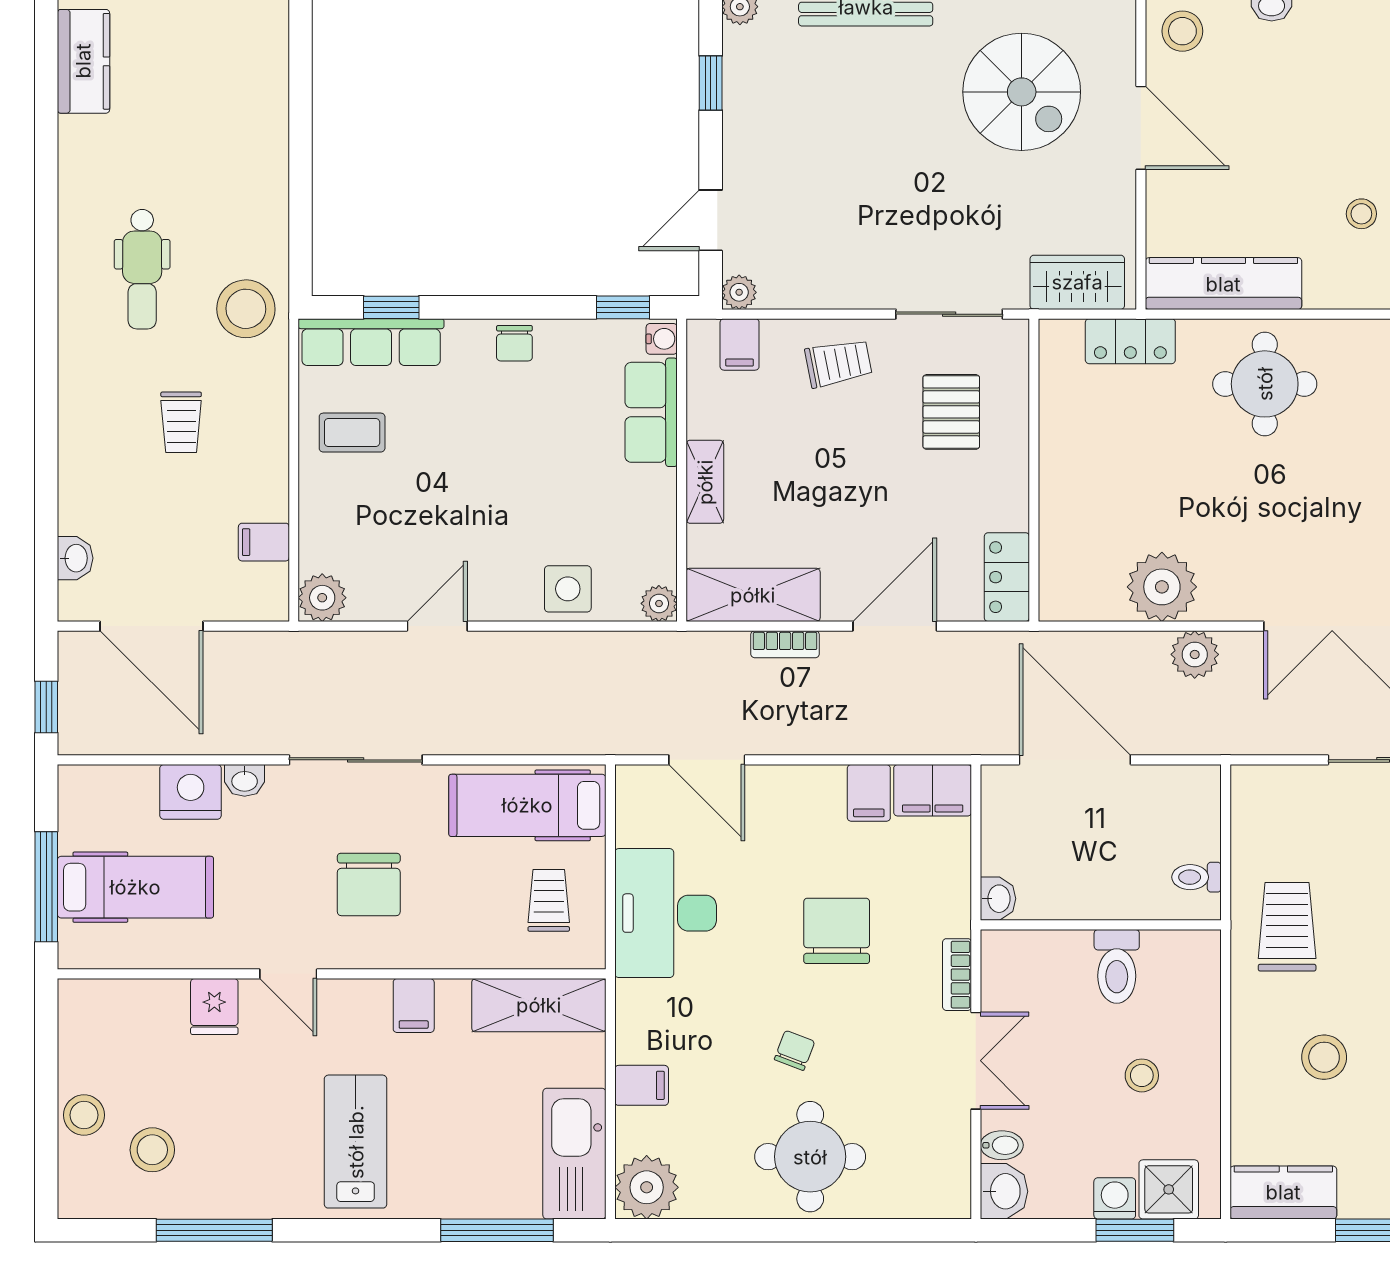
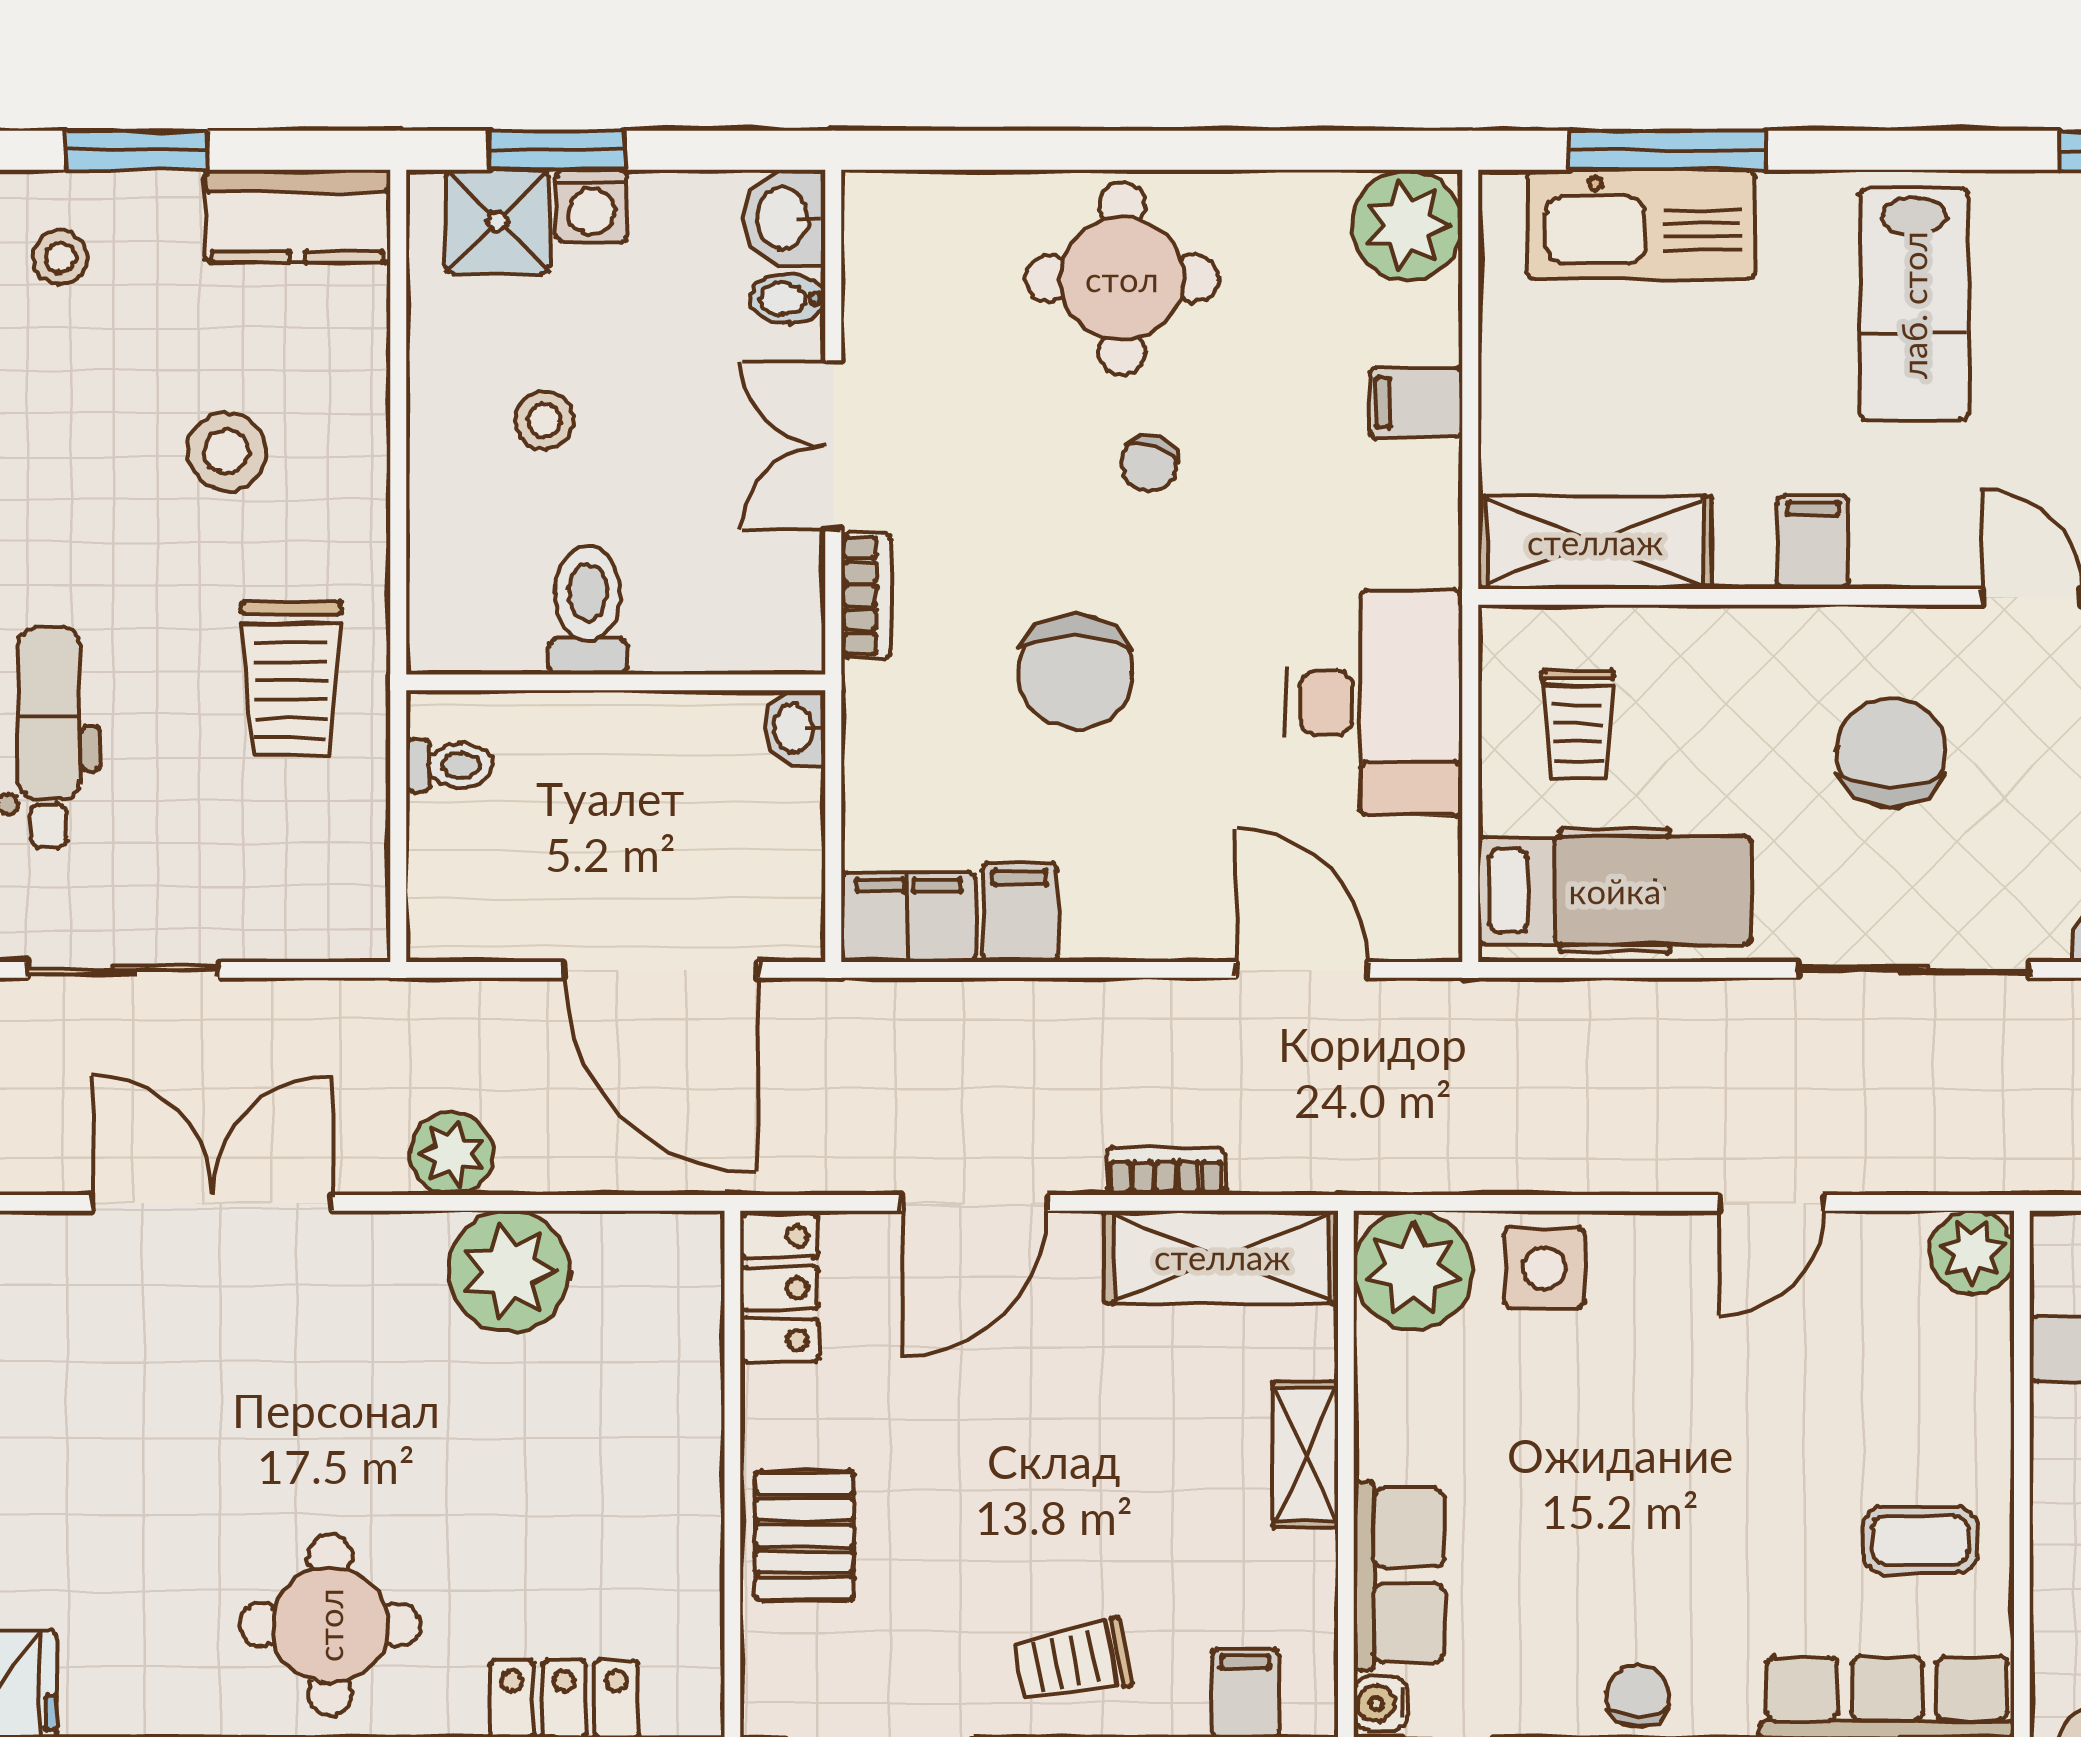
pallet: (951, 412) -> (805, 1536), moved
plant: (659, 603) -> (1413, 1270), width x1.88, depth x1.88
kitchen sink: (574, 1154) -> (1641, 224), moved, turned 90

